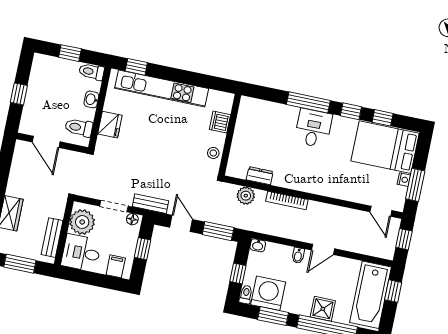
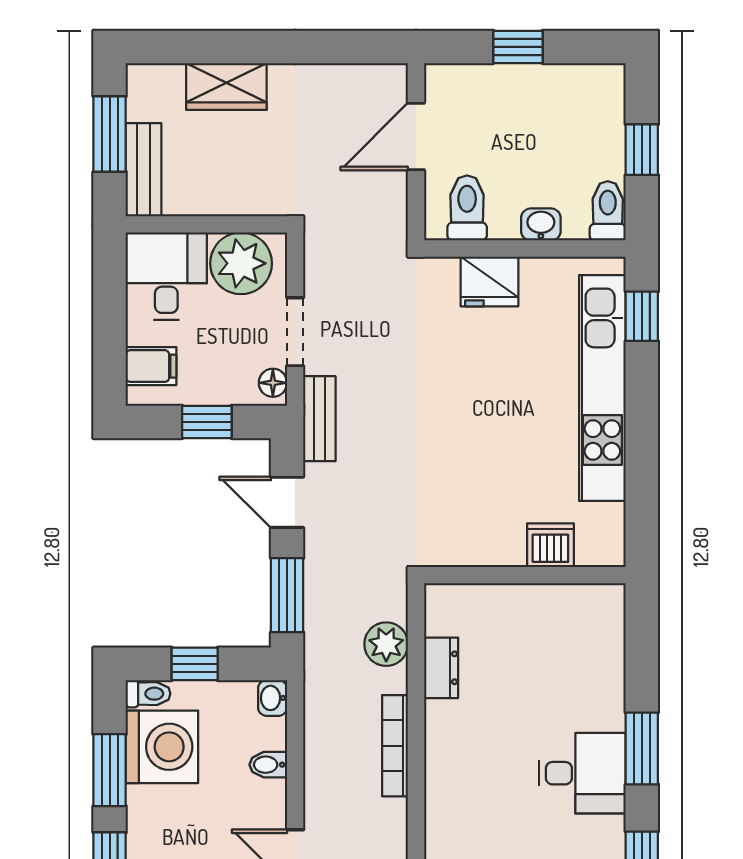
window: (308, 102) -> (642, 748), width x0.69
stool: (213, 153) -> (473, 545), removed
door: (181, 223) -> (287, 502), swing flipped
bench: (52, 238) -> (144, 170), moved, turned 90
bidet: (298, 255) -> (268, 765), moved

